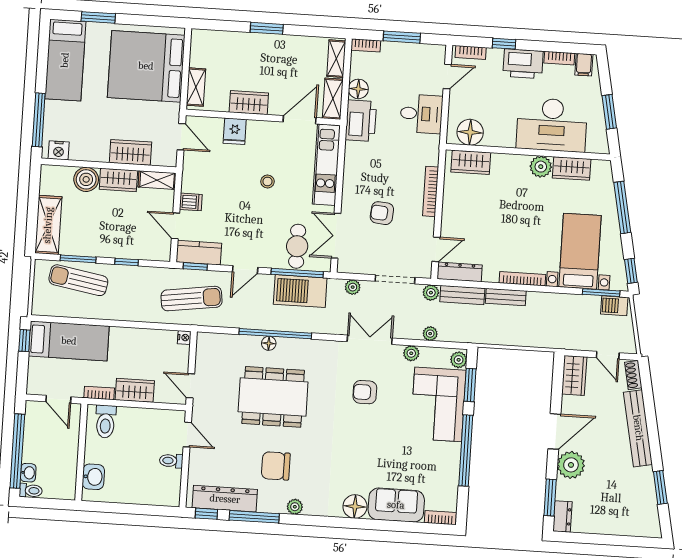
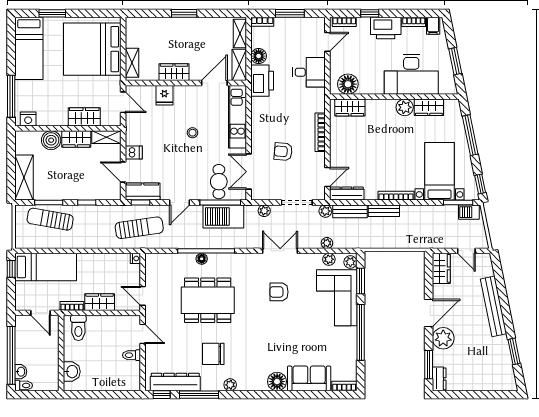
plant: (411, 353) -> (329, 259), moved
shoe rack: (633, 375) -> (487, 265), removed

